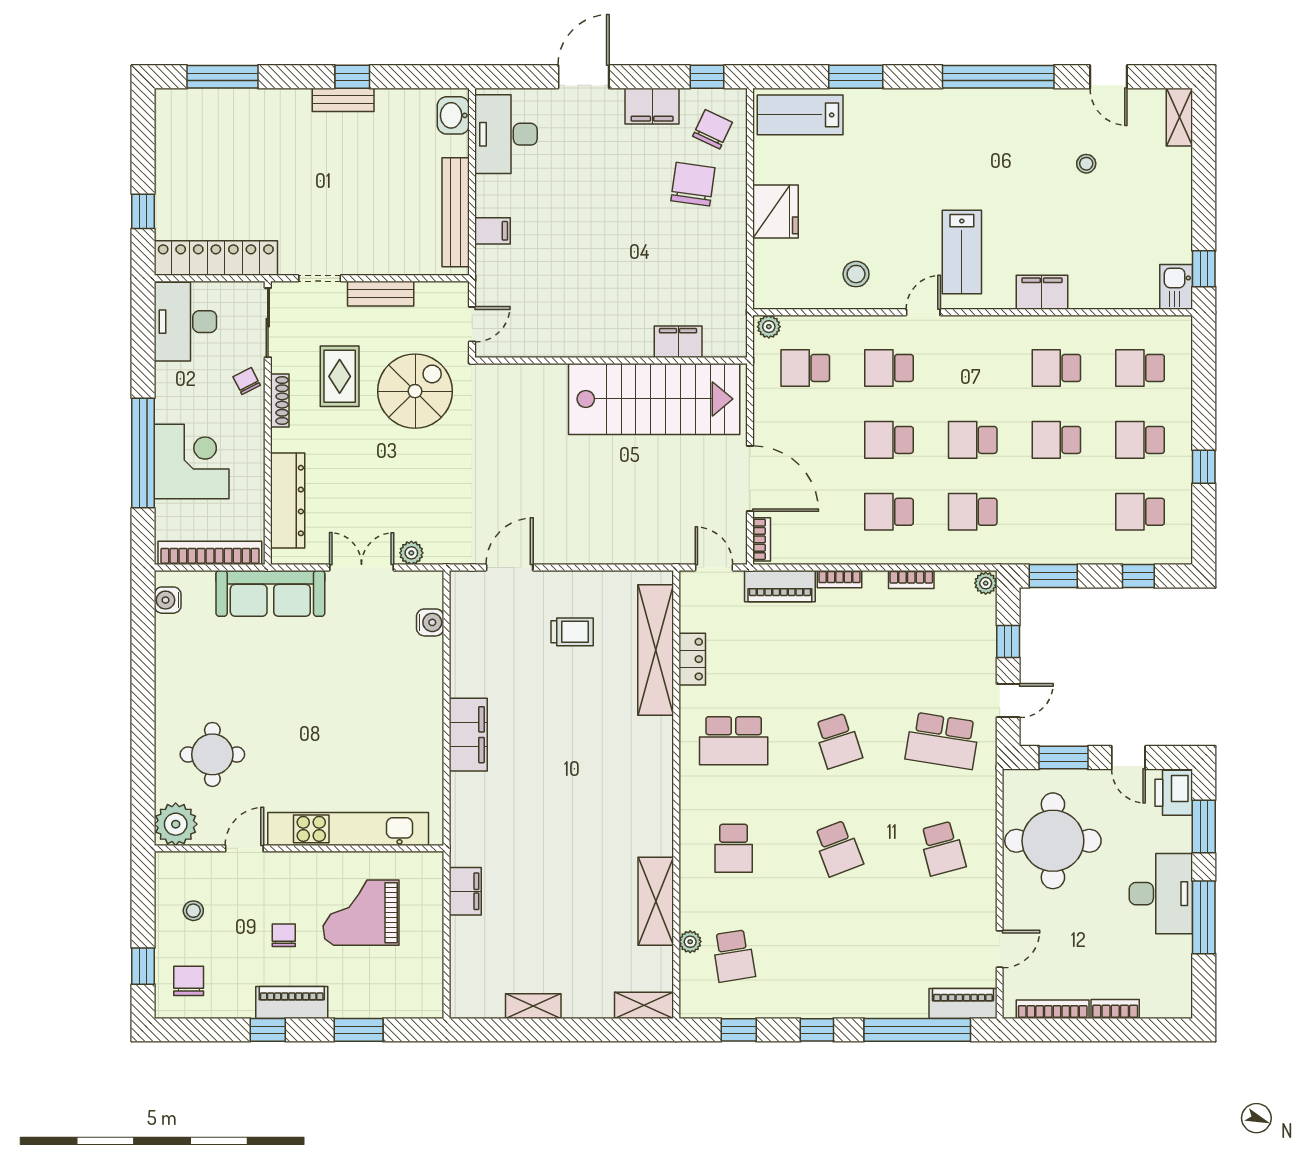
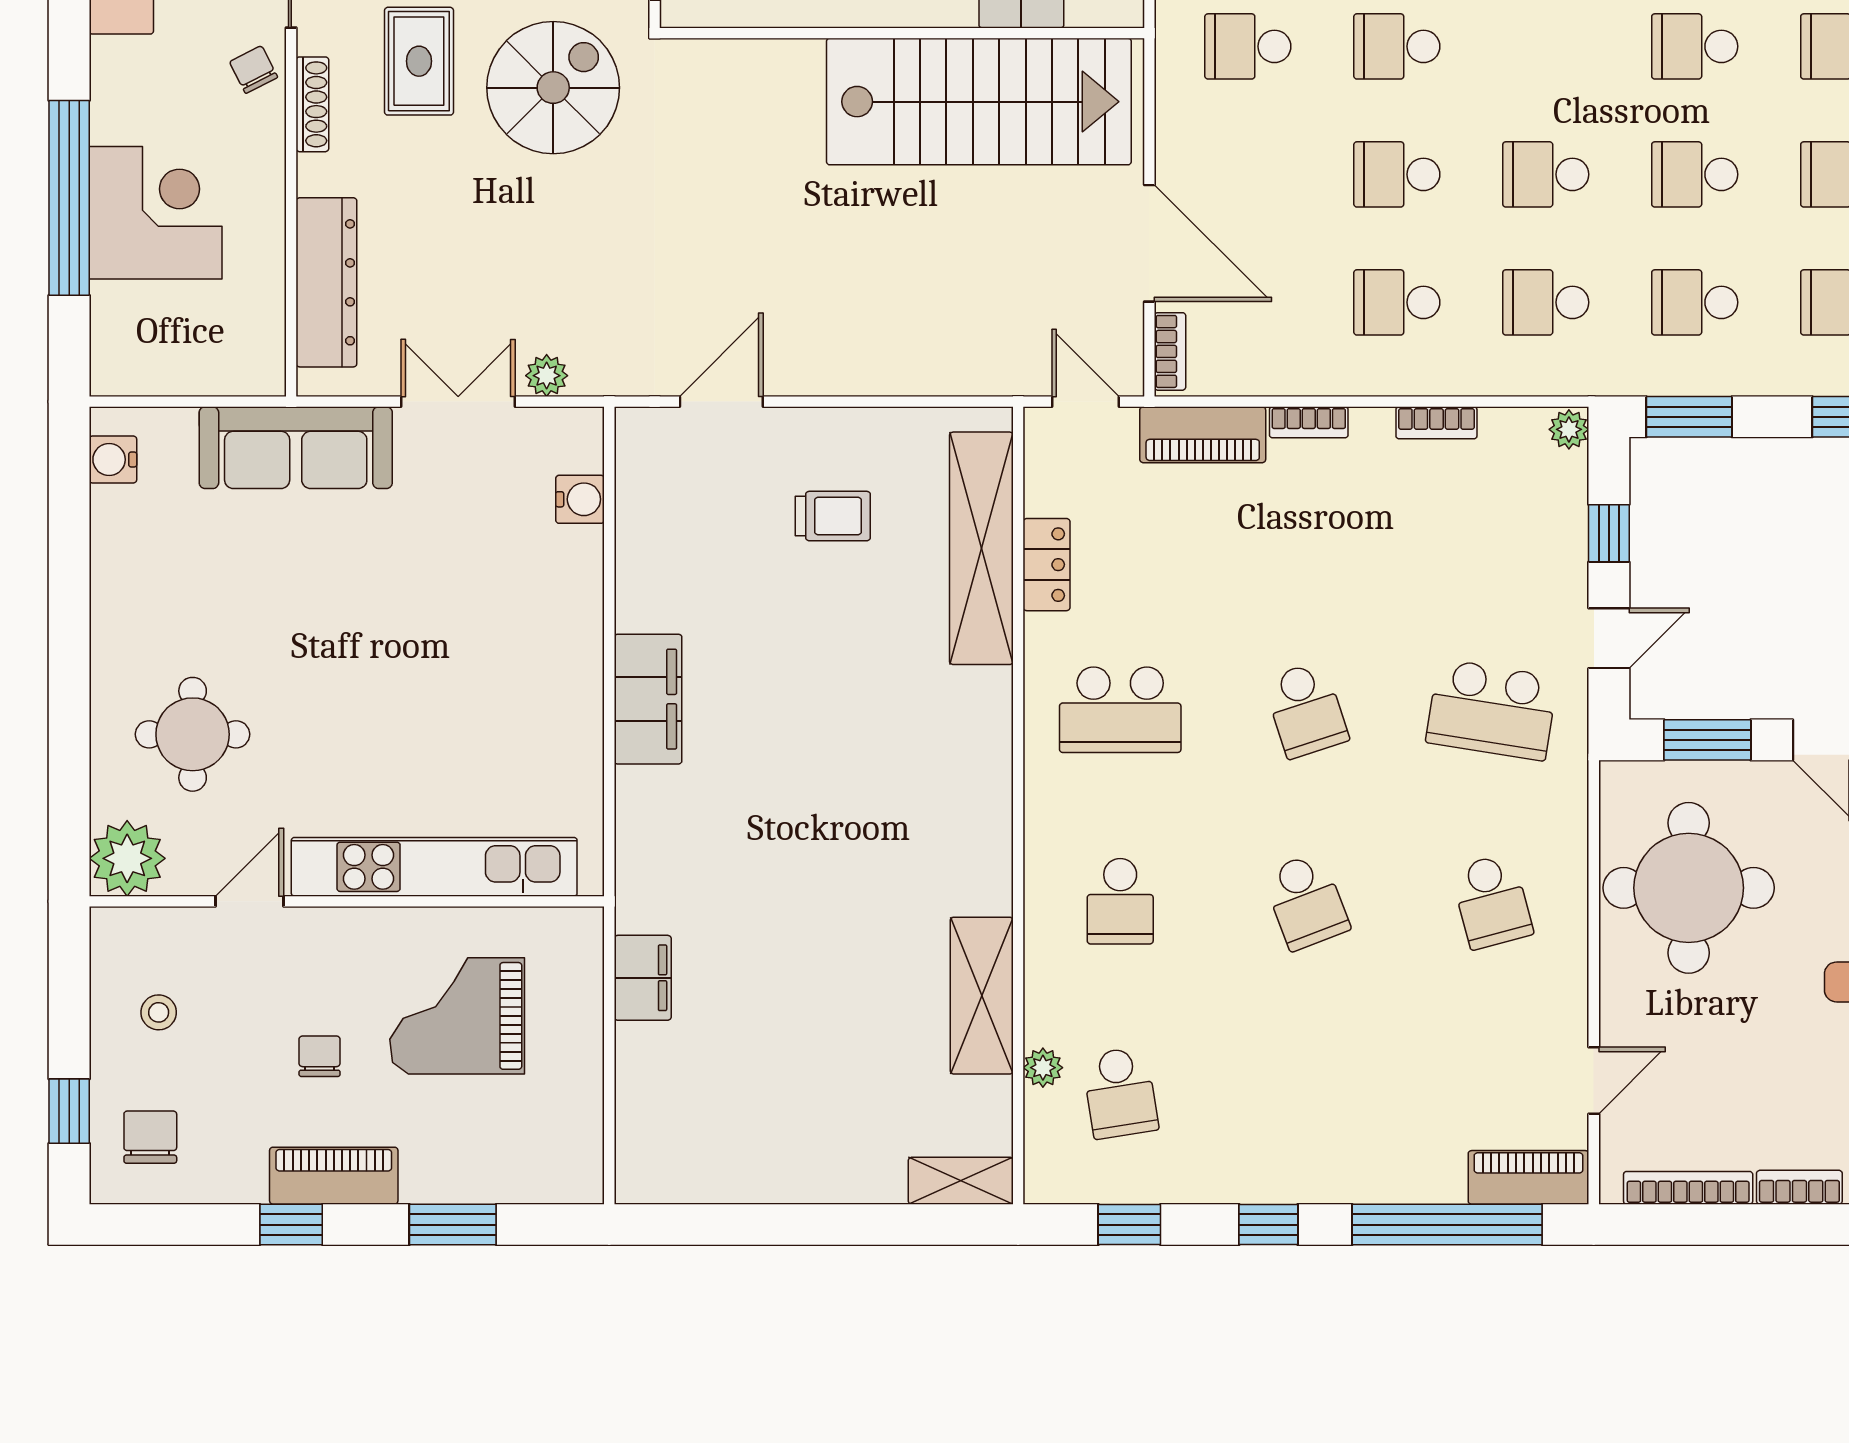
school desk: (1056, 512) -> (1695, 302), added
bookcase: (210, 553) -> (188, 376), removed
shelving: (533, 1006) -> (764, 1182), removed

